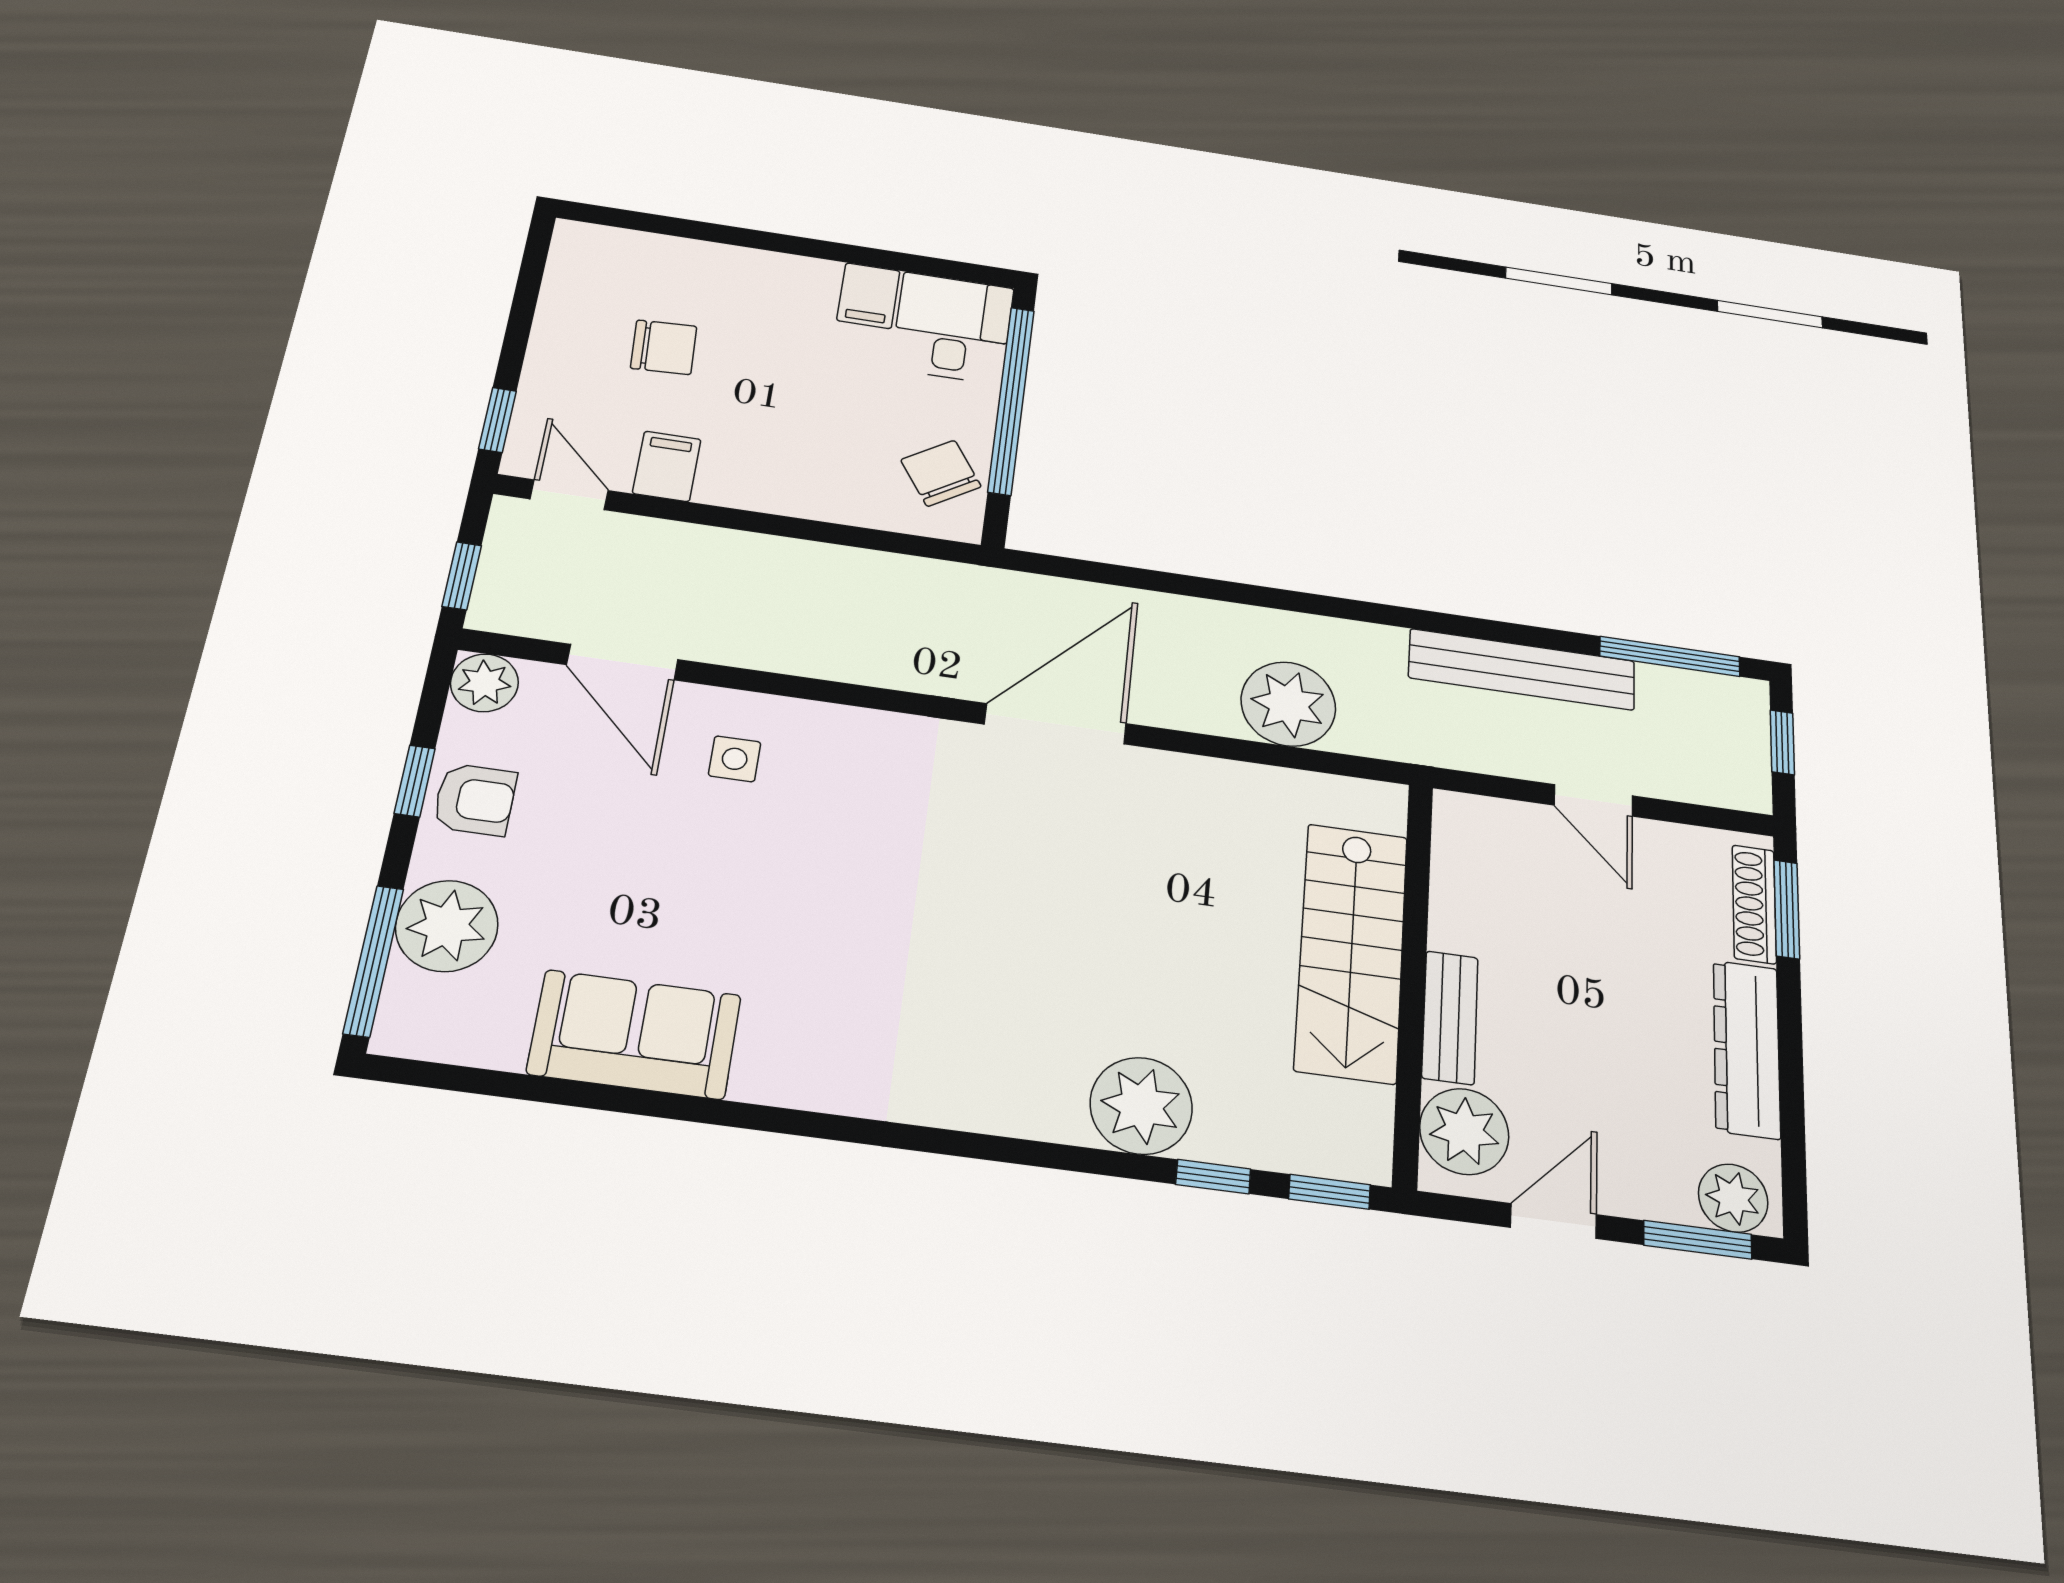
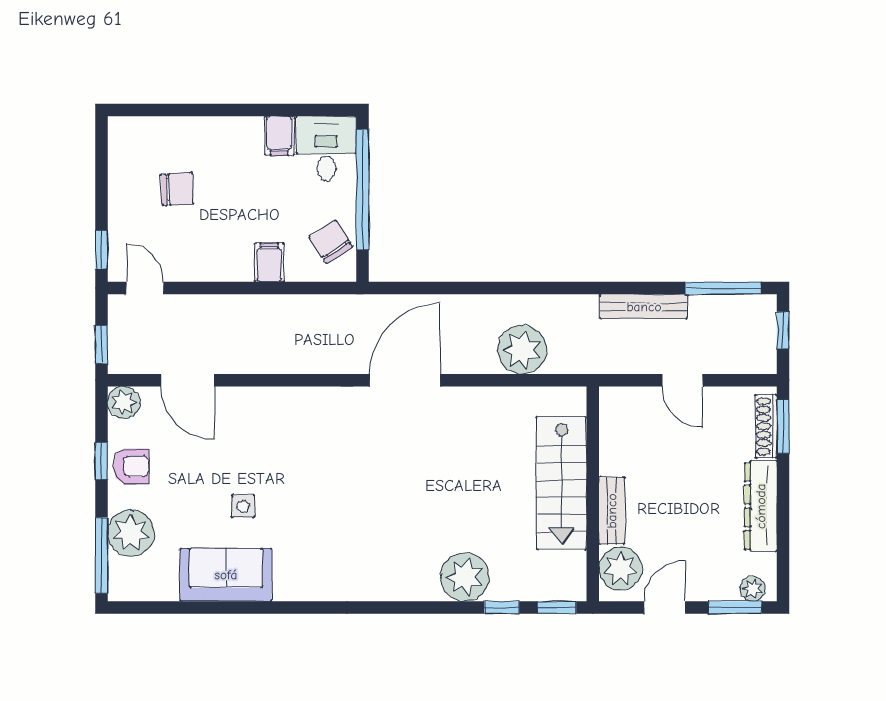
filing cabinet: (667, 466) -> (269, 262), moved
bench: (1522, 669) -> (644, 307), width x0.73, depth x0.82
side table: (735, 759) -> (243, 506), moved
plant: (1733, 1198) -> (753, 589), width x0.73, depth x0.73

